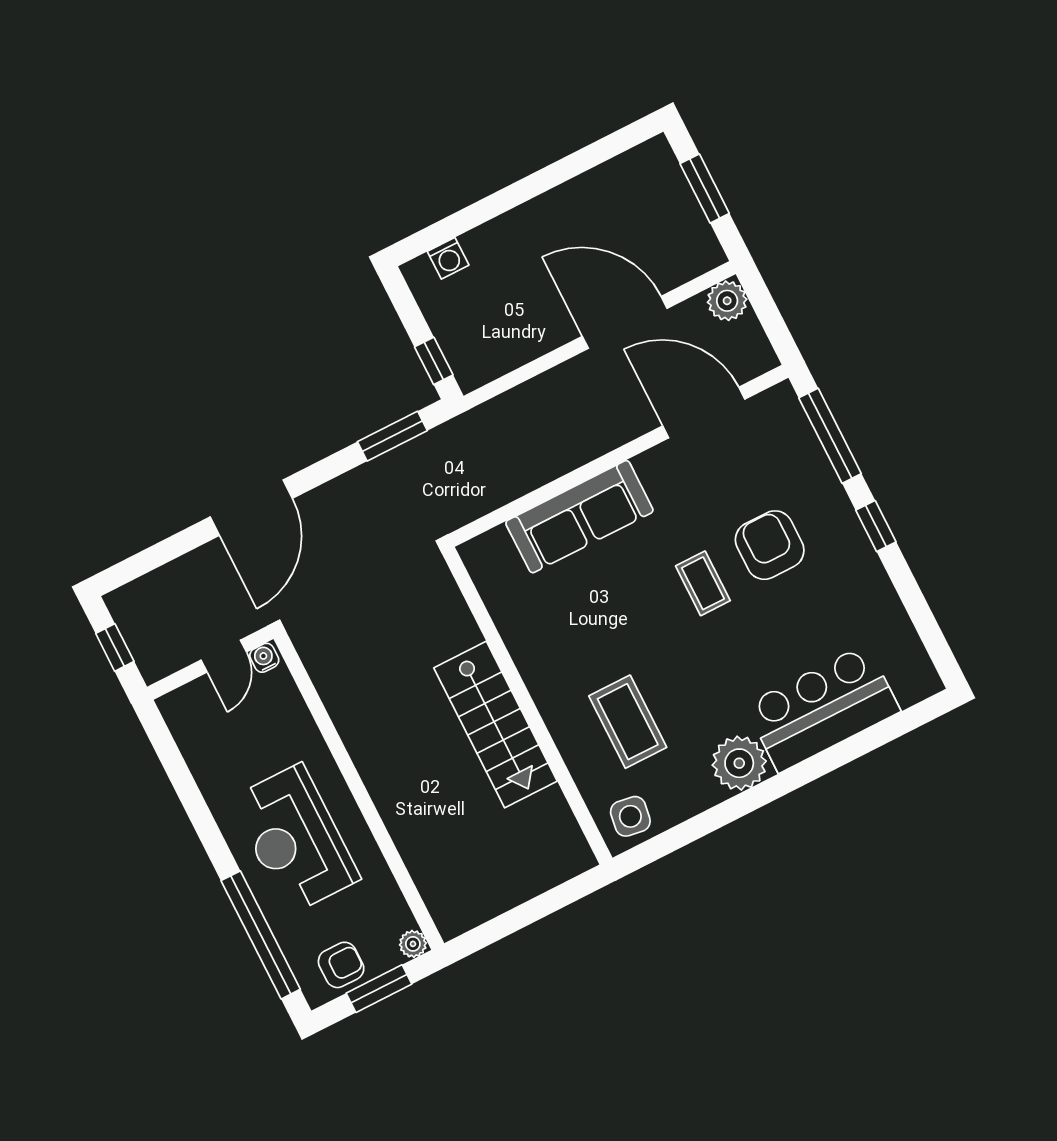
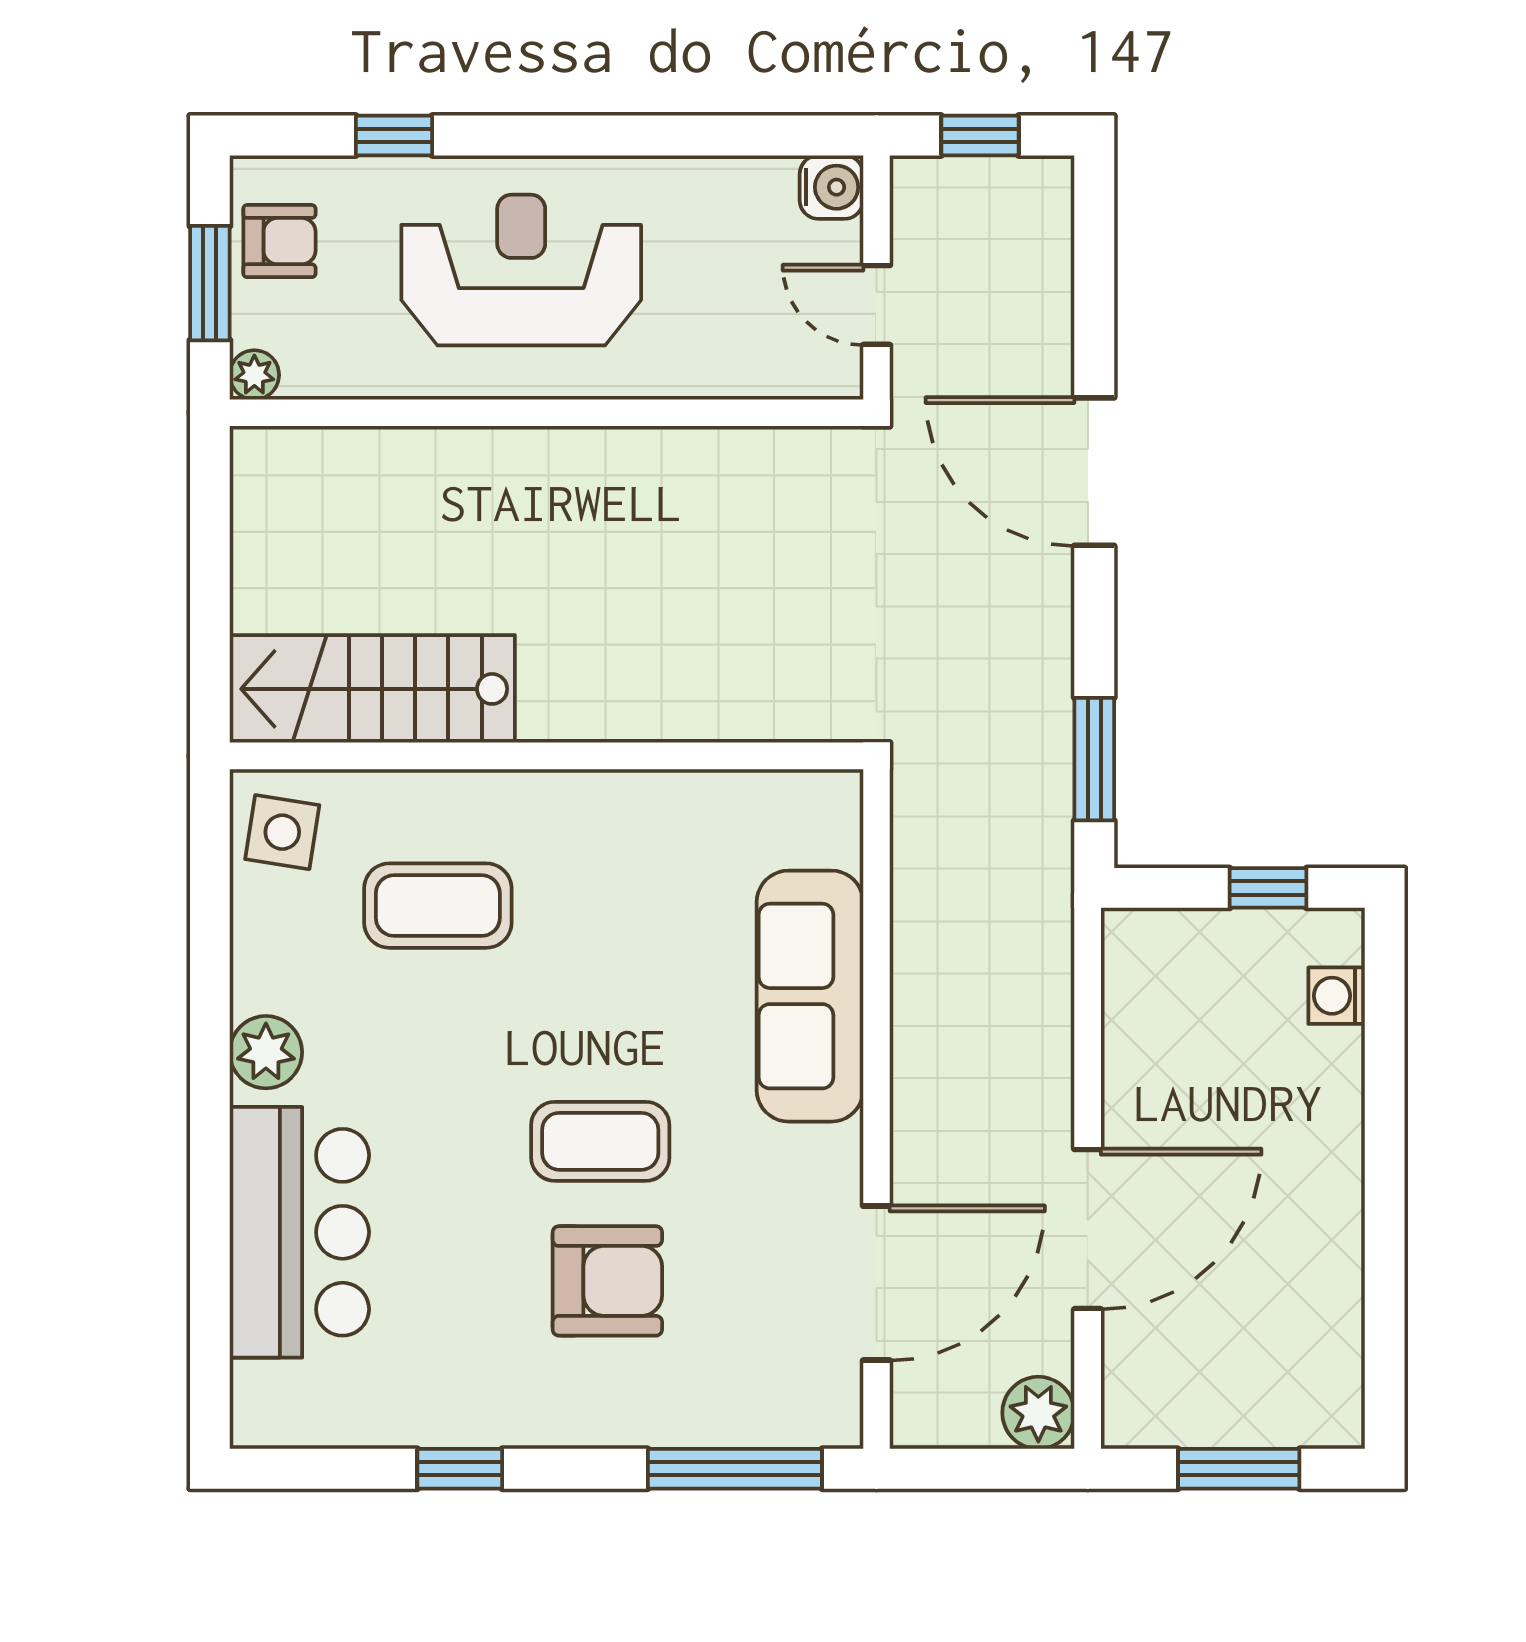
window: (434, 361) -> (1268, 888), moved
window: (876, 526) -> (460, 1469), moved
coffee table: (703, 583) -> (600, 1141), width x1.36, depth x1.30
water cooler: (264, 658) -> (831, 187), moved, width x1.38, depth x1.38
stairs: (495, 725) -> (372, 689), moved
plant: (739, 763) -> (266, 1052), width x0.73, depth x0.73
window: (261, 935) -> (394, 136), width x0.32
armchair: (341, 965) -> (279, 241), turned -90

